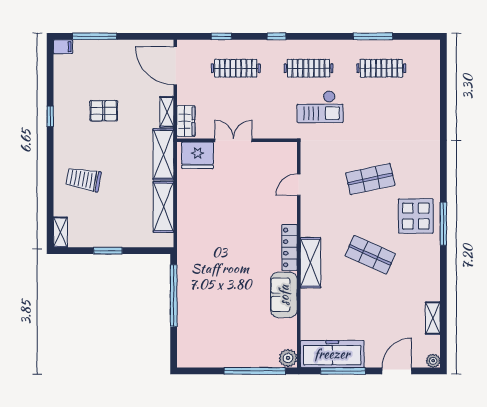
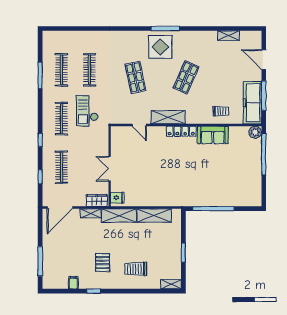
filing cabinet: (63, 47) -> (73, 283), moved
checkout: (320, 107) -> (87, 111), turned 180
clothes rail: (381, 110) -> (89, 70), added
pallet: (104, 111) -> (103, 262), moved
fridge: (198, 155) -> (117, 198), width x0.53, depth x0.75
trolley: (83, 179) -> (136, 269), turned 80
shelving: (310, 263) -> (168, 117), moved
trolley: (320, 307) -> (221, 111), added
plant: (433, 361) -> (257, 35), removed

